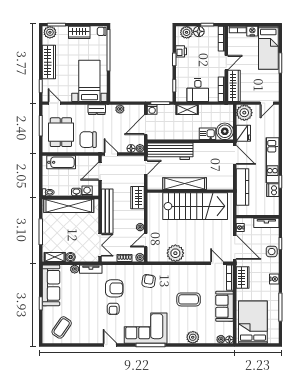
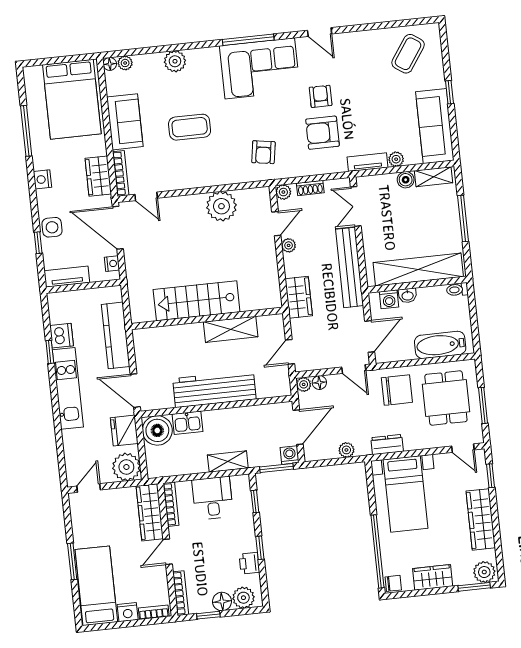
workbench: (170, 151) -> (214, 389), moved
shelving: (185, 184) -> (231, 329), width x0.68
stairs: (195, 206) -> (197, 301), width x0.73, depth x0.66

